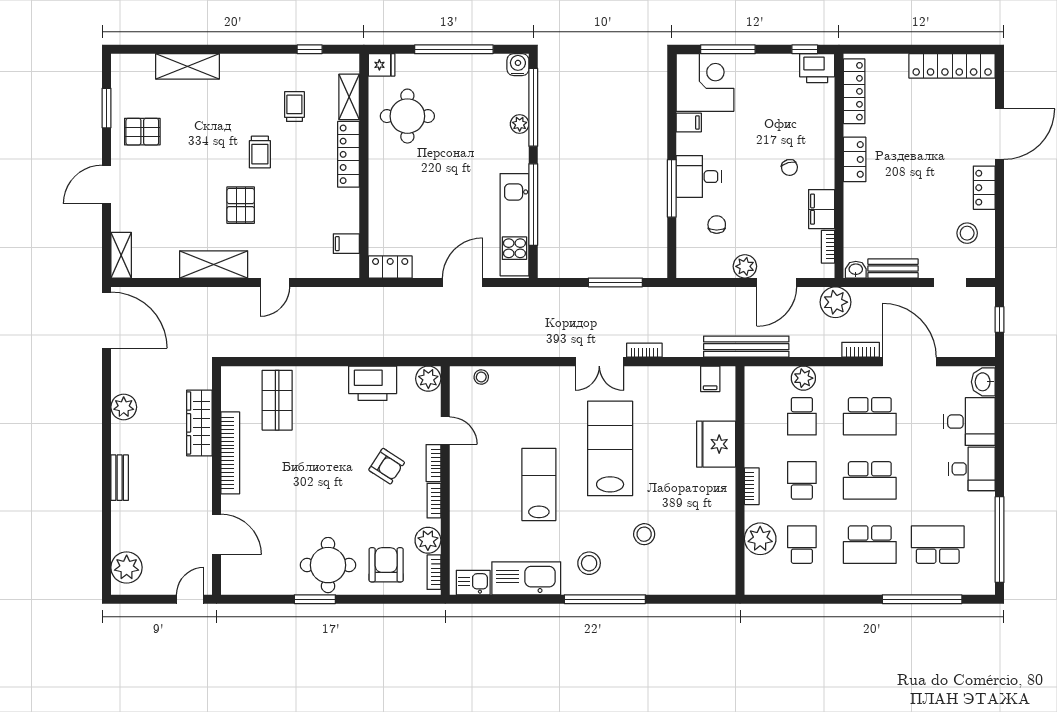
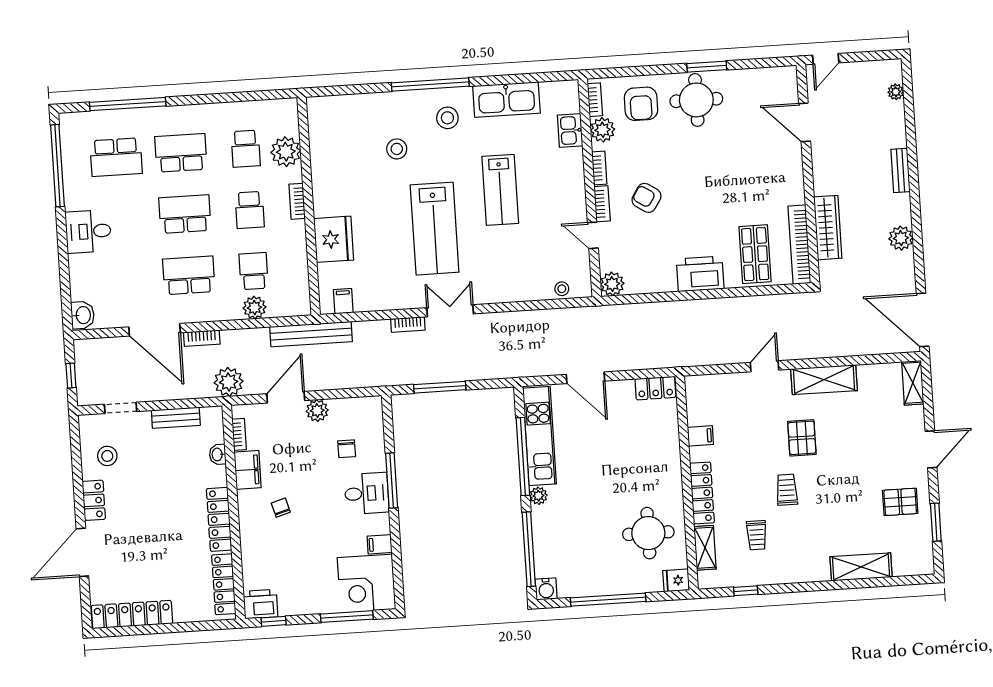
plant: (520, 124) -> (538, 496), moved
locker: (855, 159) -> (219, 519), width x1.53
filing cabinet: (346, 244) -> (700, 436), moved
washbasin: (856, 270) -> (218, 454), moved, turned 90
door: (462, 282) -> (586, 378), hinge flipped
printer: (373, 383) -> (700, 274), moved
desk: (969, 422) -> (93, 276), removed
bookcase: (230, 453) -> (799, 245), moved
plant: (127, 567) -> (896, 92), width x0.53, depth x0.53
kitchen sink: (473, 583) -> (570, 130), moved, turned 90

